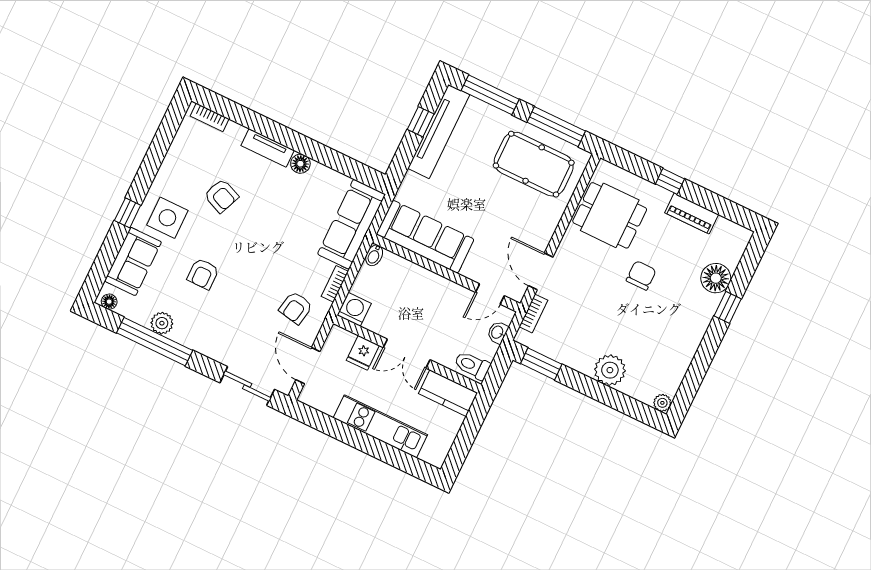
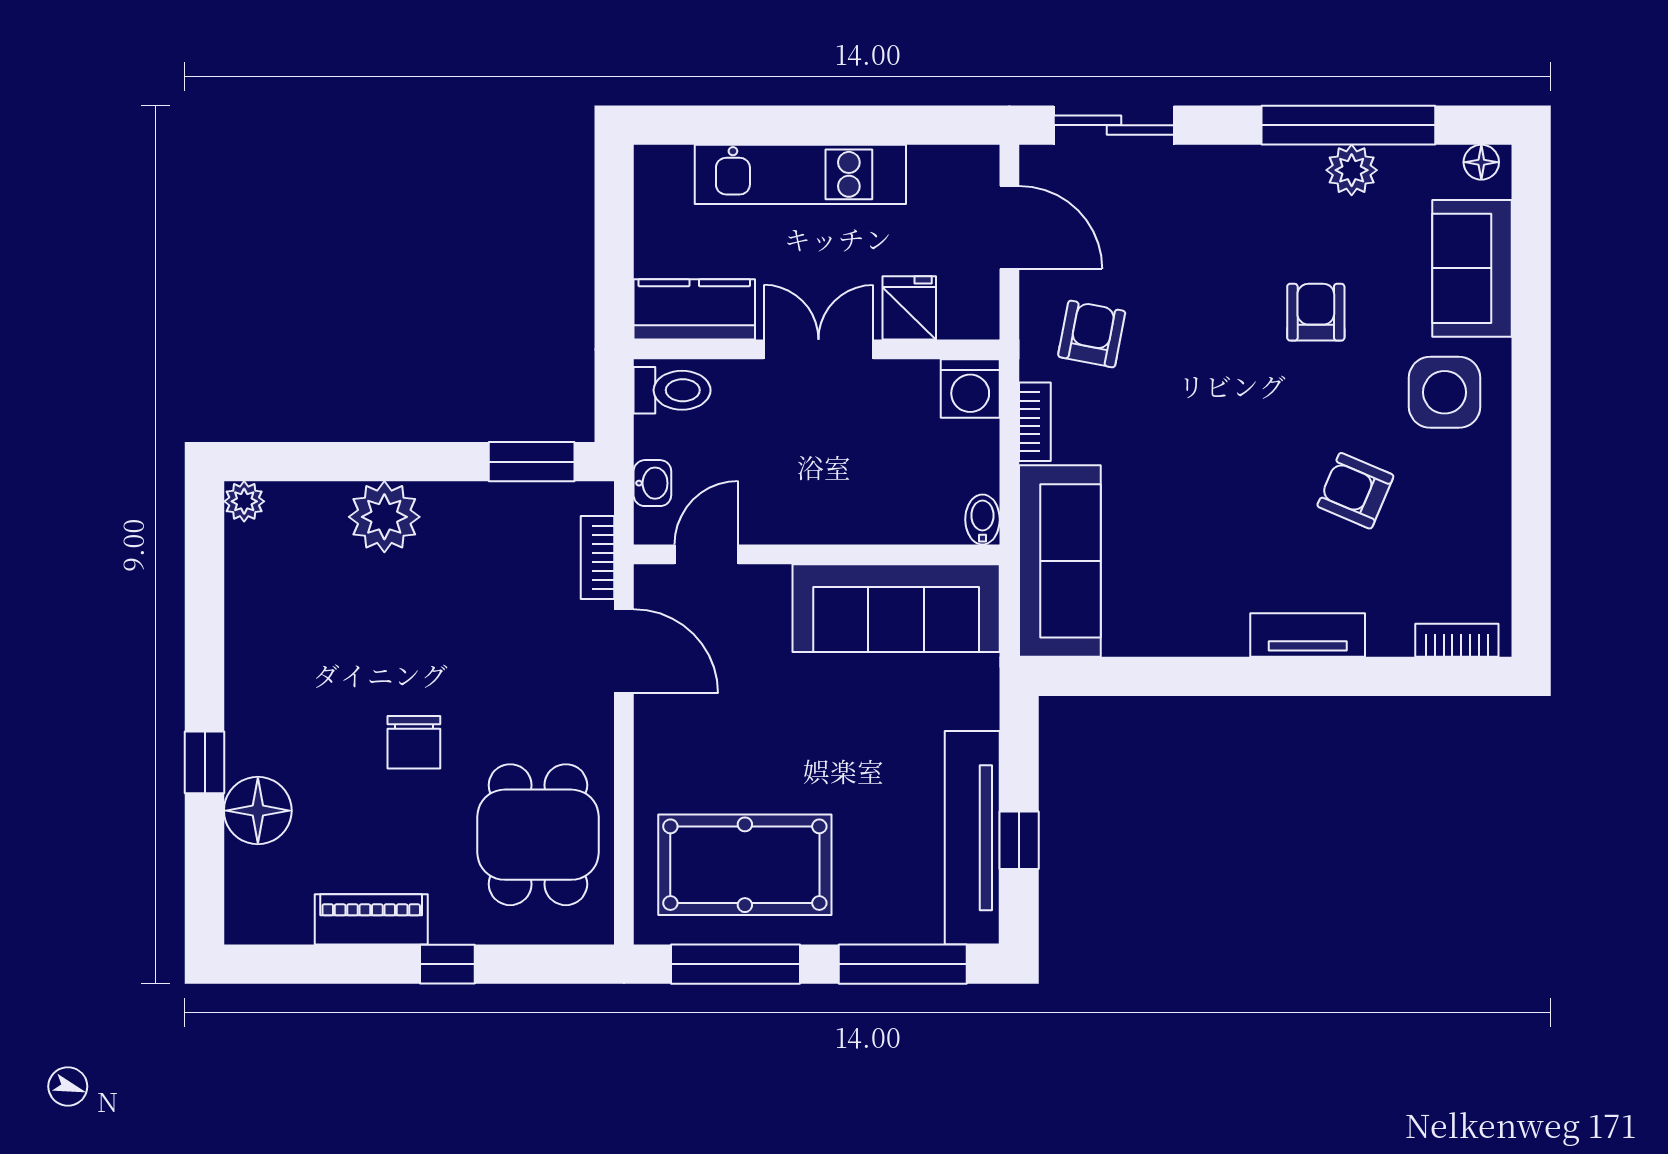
floor lamp: (300, 164) -> (1225, 635), removed
window: (128, 213) -> (1531, 363), removed
dining table: (610, 215) -> (538, 835), turned 90

